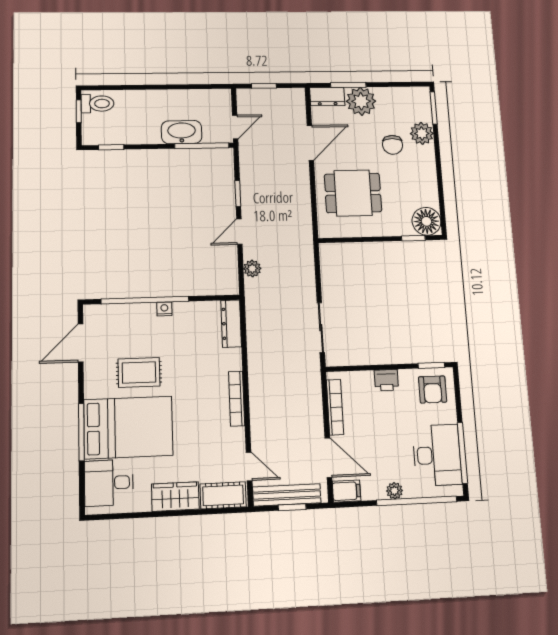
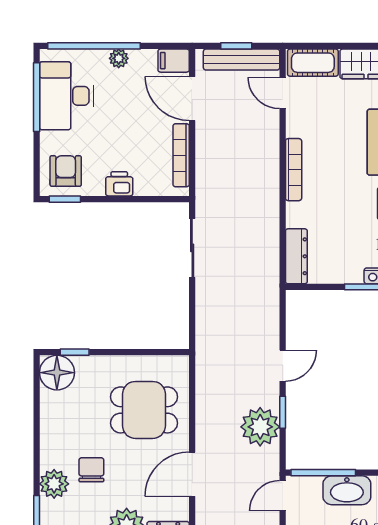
plant: (252, 269) -> (260, 427), moved, width x1.88, depth x1.88

